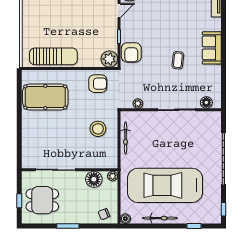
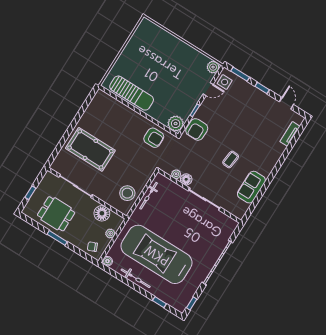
sofa: (212, 48) -> (251, 187), moved
pool table: (45, 97) -> (90, 149), moved
floor lamp: (206, 102) -> (186, 179), moved
stool: (98, 129) -> (127, 193), moved
plant: (113, 176) -> (110, 234), moved
dining table: (42, 200) -> (56, 214), moved

